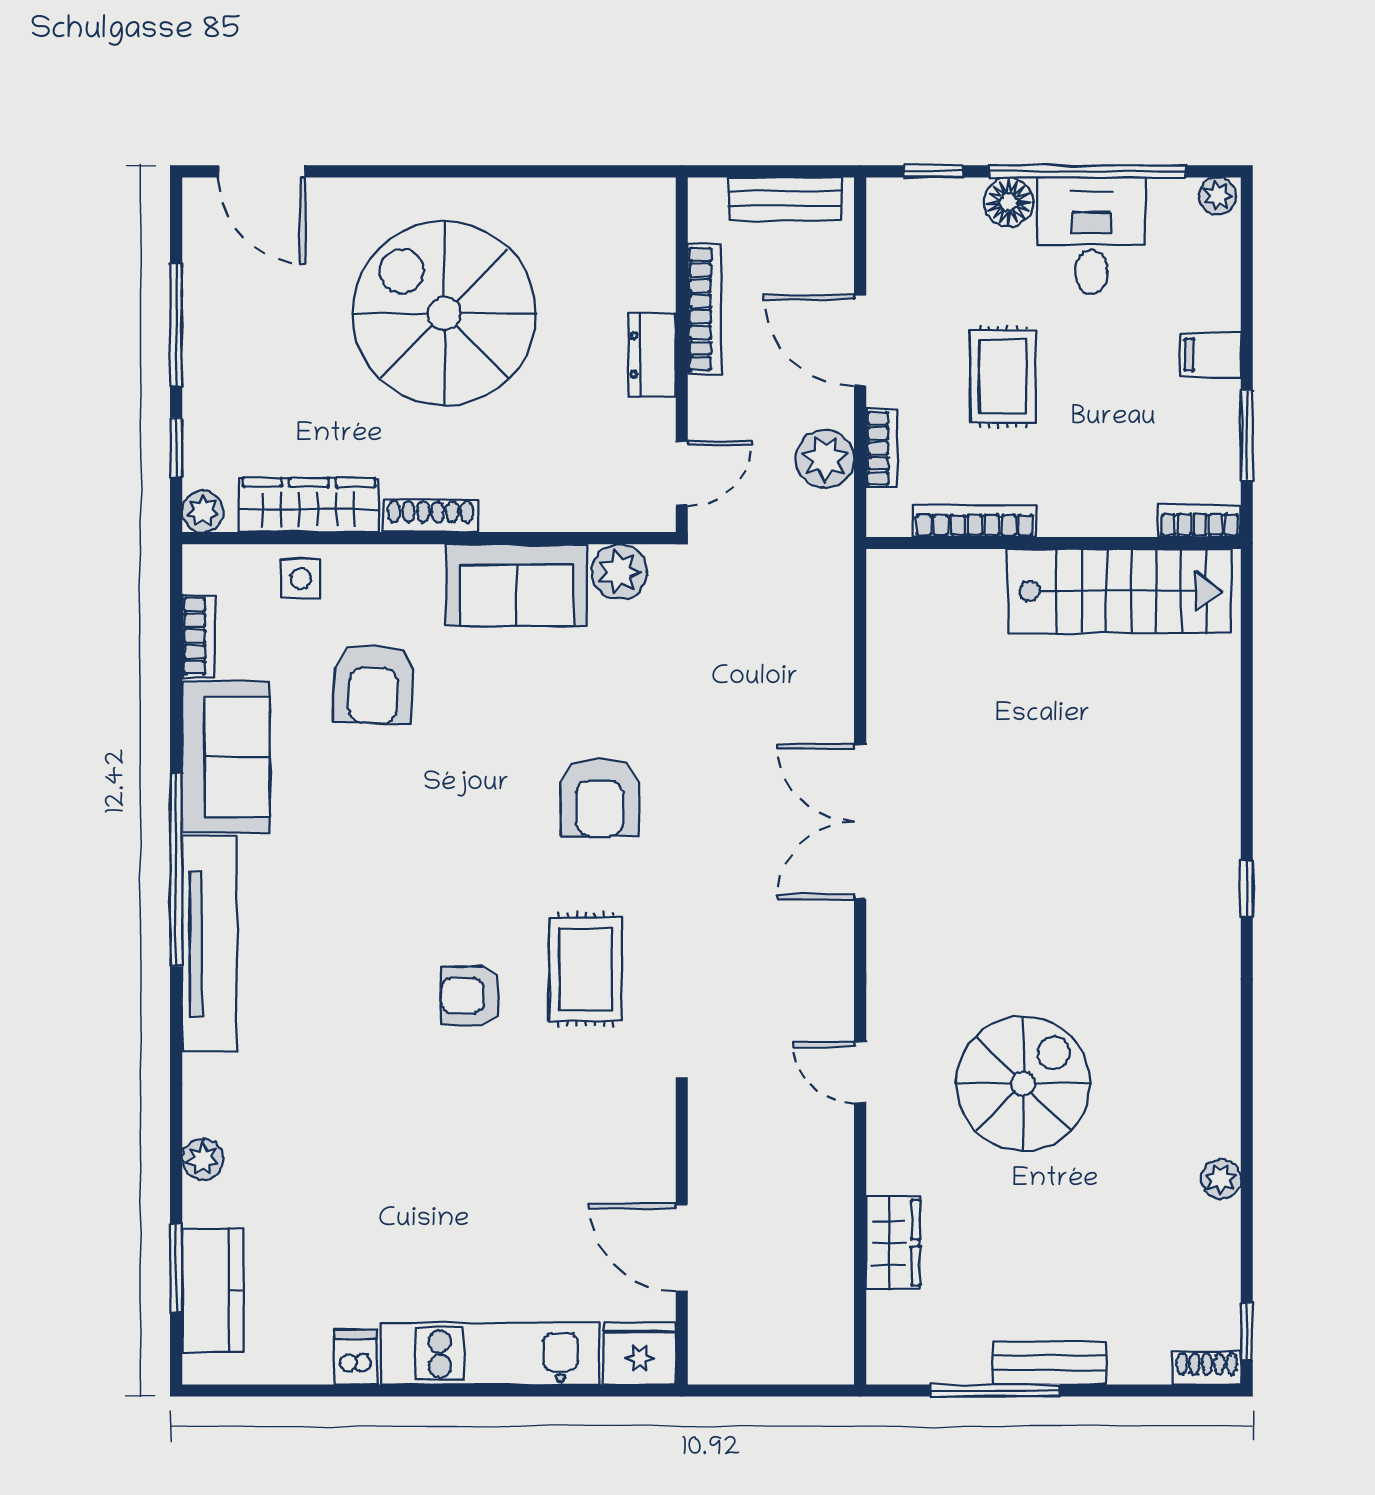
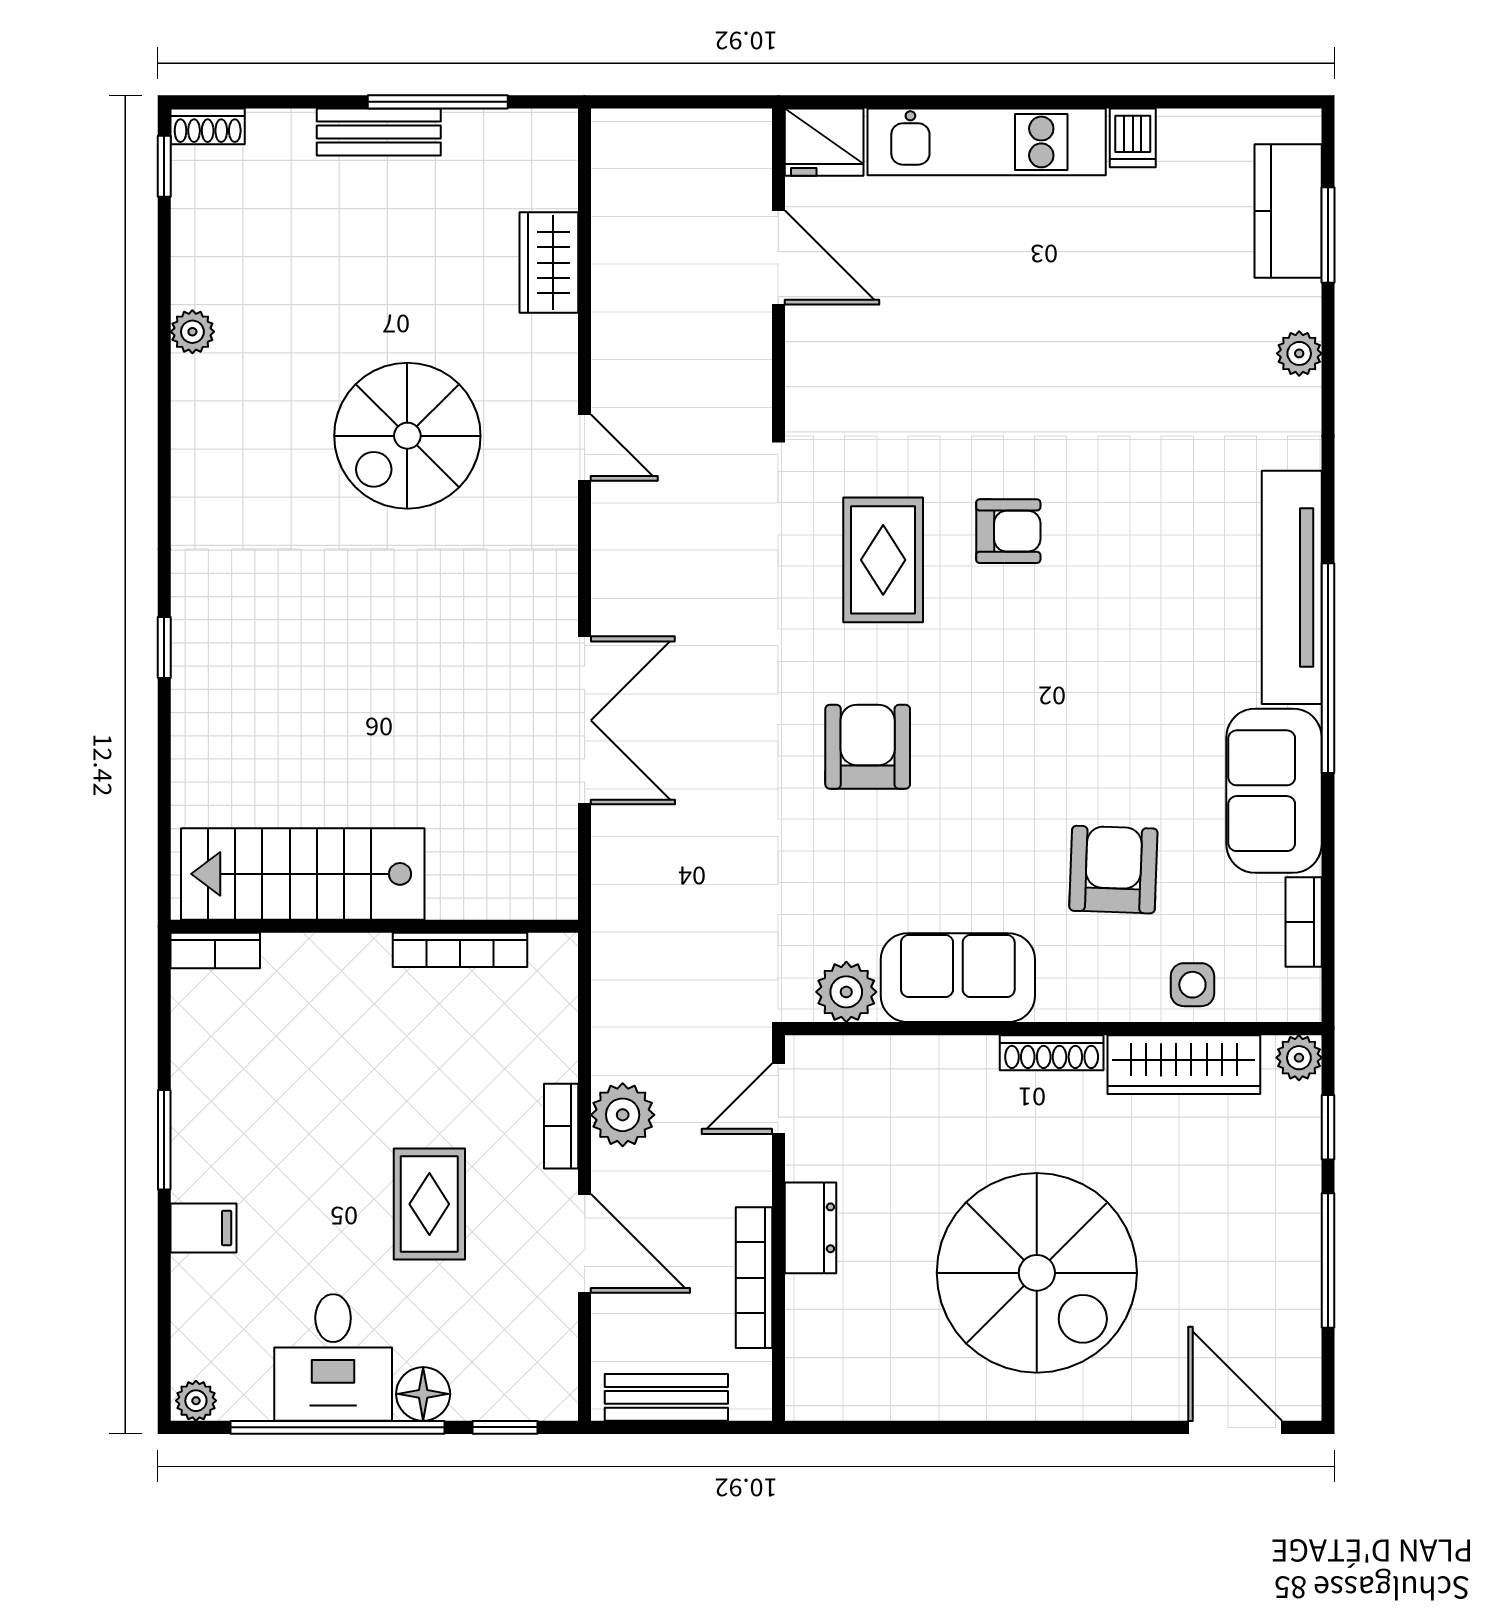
bookcase: (975, 521) -> (460, 950), moved
bookcase: (1200, 521) -> (215, 951), moved
wall: (1053, 543) -> (374, 926), moved
stairs: (1119, 591) -> (303, 874), moved

